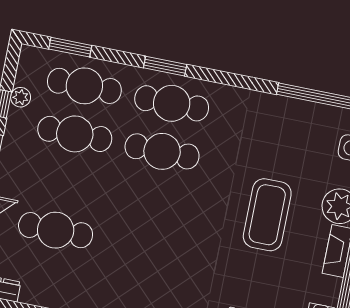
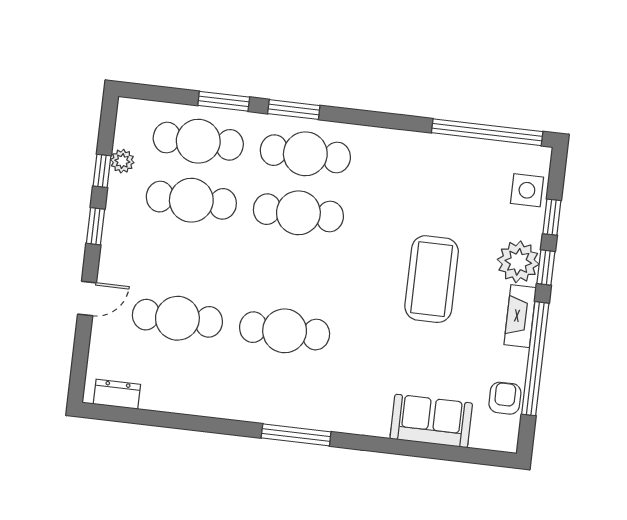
window: (70, 47) -> (224, 101), moved
cafe table: (143, 248) -> (285, 331), added

